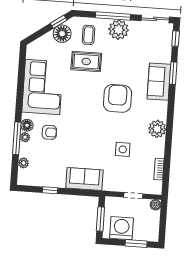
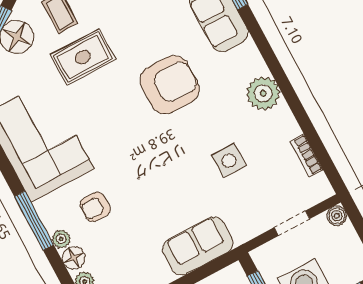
armchair: (117, 98) -> (170, 85), turned 90
floor lamp: (27, 125) -> (74, 258), moved
armchair: (49, 132) -> (95, 207), turned 180
window: (17, 138) -> (34, 221), moved

